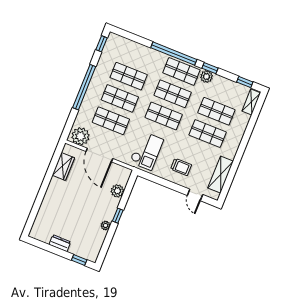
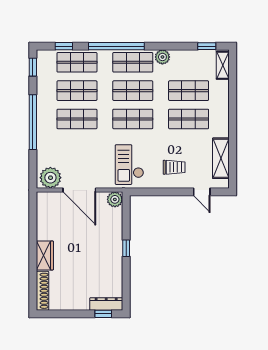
window: (210, 68) -> (64, 46), moved
shop shelf: (111, 121) -> (77, 62), moved
checkout: (147, 151) -> (129, 165), turned 180
wardrobe: (63, 166) -> (45, 255), moved
plant: (117, 191) -> (115, 199), moved
shoe rack: (39, 223) -> (43, 291), added
plant: (105, 225) -> (117, 265), removed
dresser: (60, 243) -> (106, 304), moved, width x1.44

